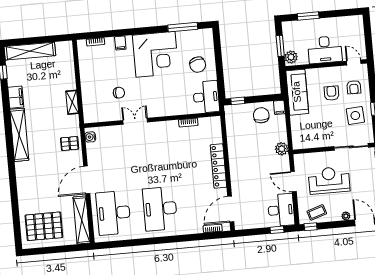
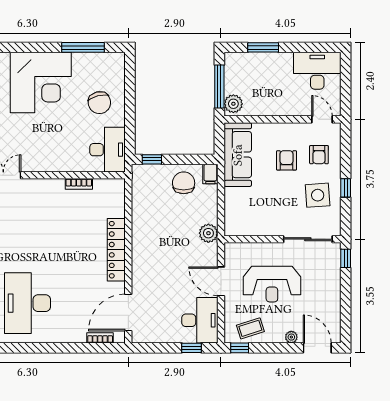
window: (280, 46) -> (219, 87), width x1.44
desk: (325, 50) -> (317, 71), moved, turned 180
reception desk: (329, 180) -> (272, 284), turned 180

